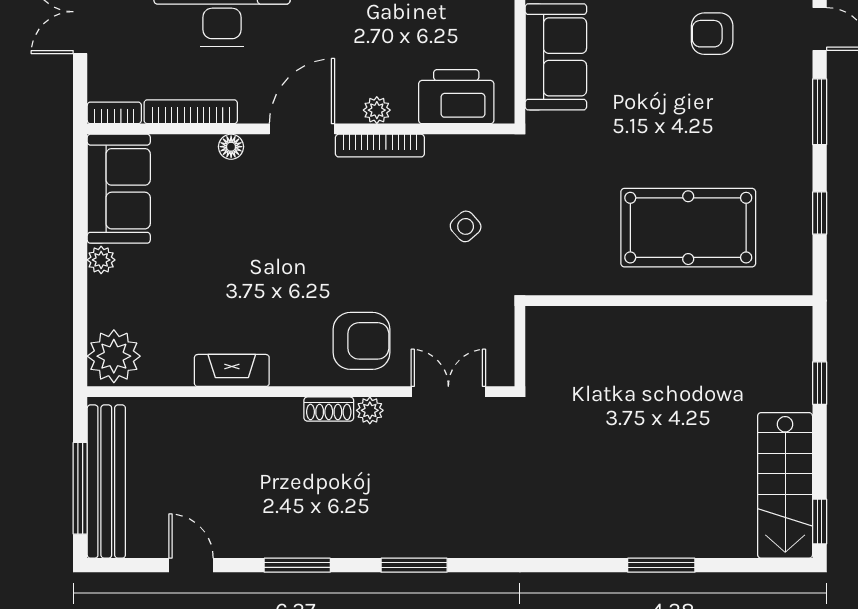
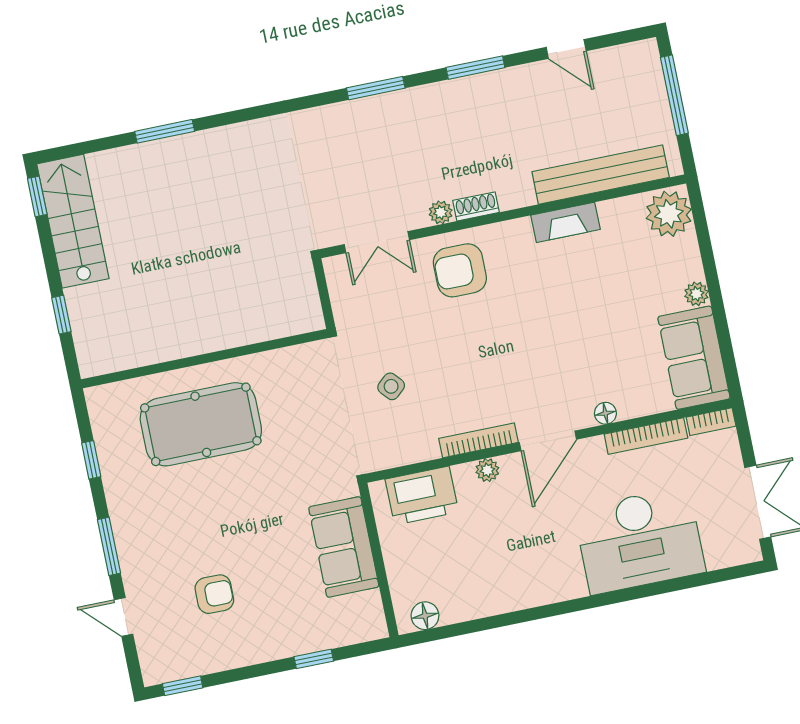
bench: (106, 482) -> (601, 175), moved, turned 90

